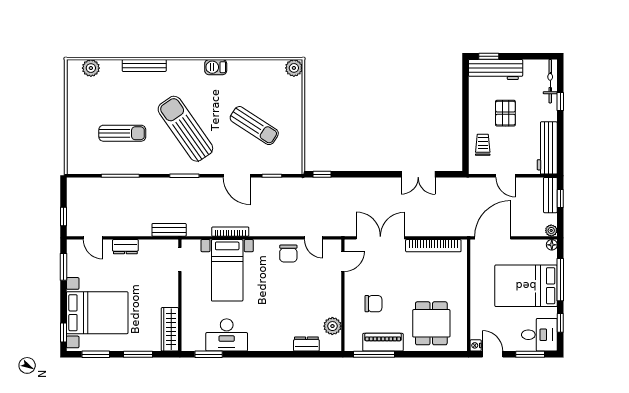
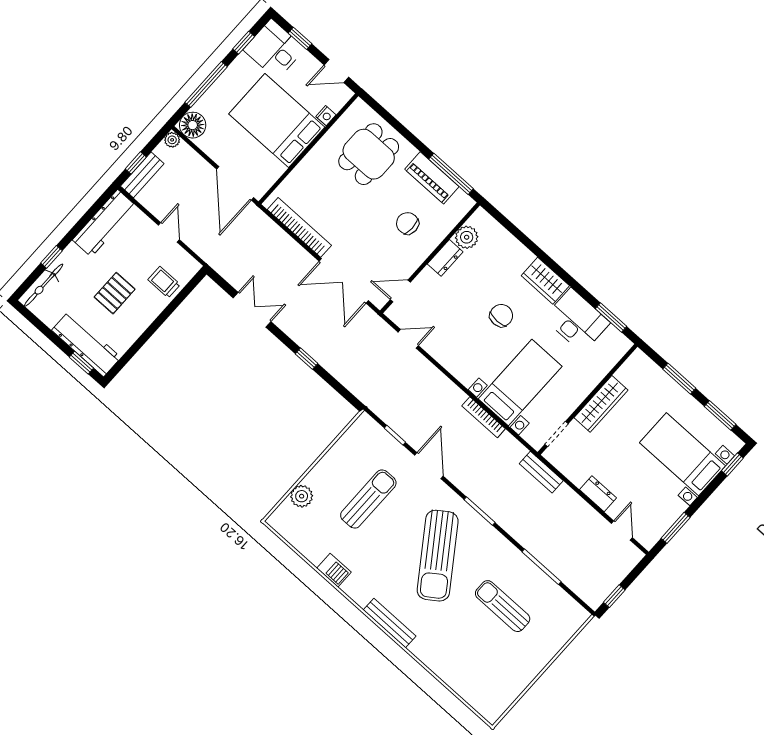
bench: (144, 65) -> (390, 623), moved
barbecue: (216, 67) -> (334, 570), moved
plant: (91, 68) -> (476, 696), removed
plant: (294, 68) -> (302, 496), moved
sun lounger: (254, 126) -> (368, 499), turned 57
trolley: (483, 145) -> (164, 282), turned 90
window: (322, 174) -> (307, 359), moved
window: (63, 217) -> (614, 596), moved
door: (314, 238) -> (408, 339), hinge flipped
door: (493, 238) -> (235, 183), hinge flipped
floor lamp: (552, 245) -> (193, 125), width x1.89, depth x1.89
chair: (288, 254) -> (501, 316), moved
bed: (526, 286) -> (277, 121), moved, turned 180
bed with nightstands: (97, 313) -> (683, 454), width x0.73
wardrobe: (170, 329) -> (601, 404), moved
wardrobe: (265, 342) -> (545, 281), added
dresser: (306, 344) -> (445, 258), moved, turned -90
nightstand: (476, 345) -> (326, 116), moved
door: (493, 354) -> (336, 71), hinge flipped
window: (530, 354) -> (300, 38), width x0.67

